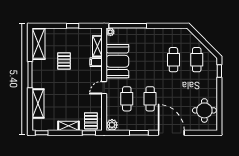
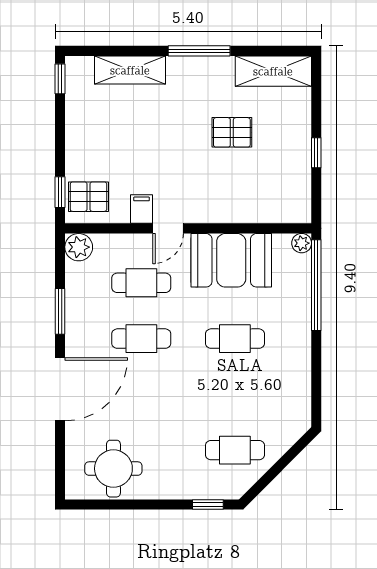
shelving: (97, 46) -> (267, 212), removed
cafe table: (173, 60) -> (235, 339), moved
filing cabinet: (96, 62) -> (141, 209), moved
door: (104, 88) -> (168, 228), swing flipped
shelving: (68, 126) -> (76, 143), removed

